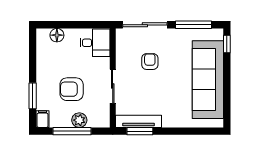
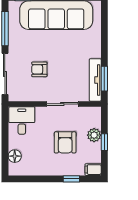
window: (33, 96) -> (71, 179), width x0.67
window: (72, 131) -> (104, 142), width x0.46

